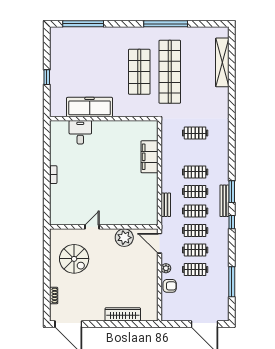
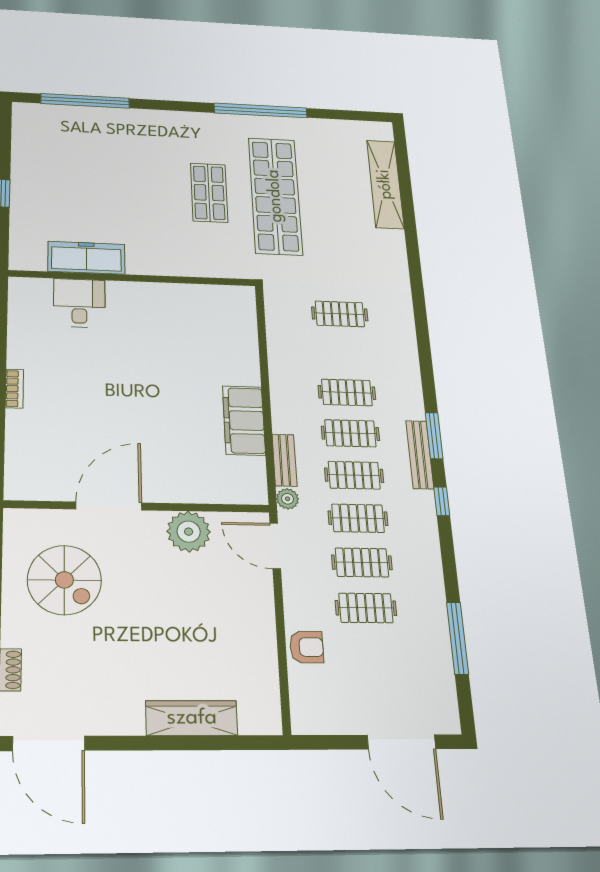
shop shelf: (139, 72) -> (209, 193), width x0.70, depth x0.74
freezer: (90, 107) -> (86, 258), width x0.73, depth x0.79
filing cabinet: (149, 157) -> (244, 420), moved
door: (92, 227) -> (109, 506), width x1.87
plant: (166, 268) -> (288, 499), moved

